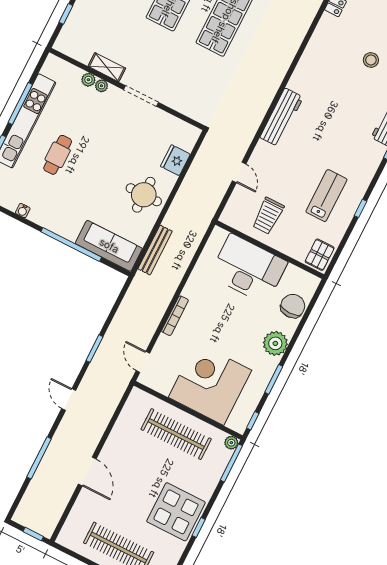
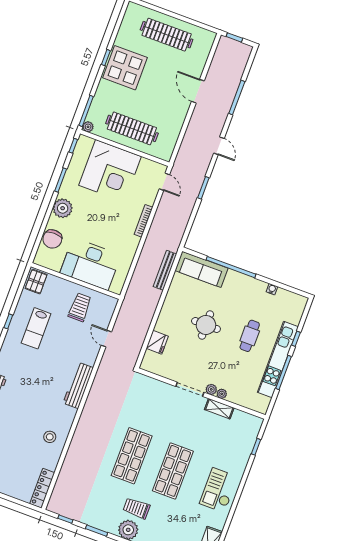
stool: (371, 60) -> (50, 437), moved
plant: (88, 80) -> (211, 389), moved
round table: (144, 195) -> (206, 325), moved

